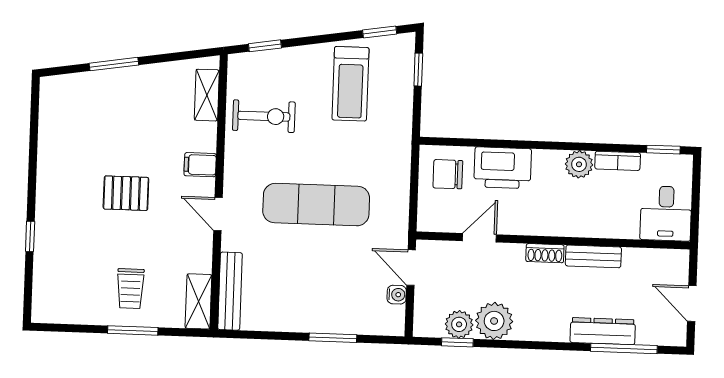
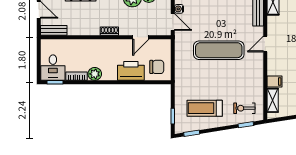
treadmill: (350, 84) -> (205, 108), turned -90
exercise bike: (264, 116) -> (244, 108), moved, width x0.73, depth x0.72
filing cabinet: (200, 165) -> (274, 82), moved
desk: (666, 213) -> (53, 68), moved, turned 180
door: (218, 214) -> (265, 44), swing flipped
bench: (593, 256) -> (54, 30), moved

